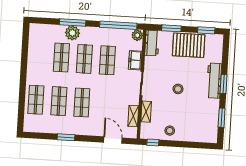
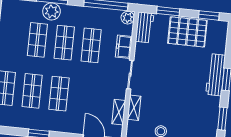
stool: (178, 89) -> (173, 83), removed

